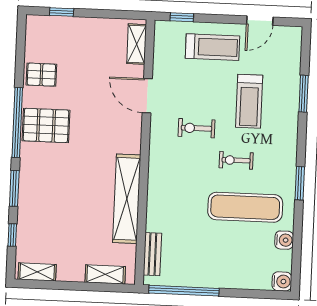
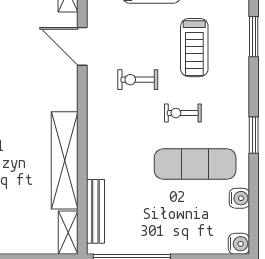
bench: (152, 254) -> (95, 211), width x1.36
shelving: (105, 274) -> (68, 233), moved, turned 90

